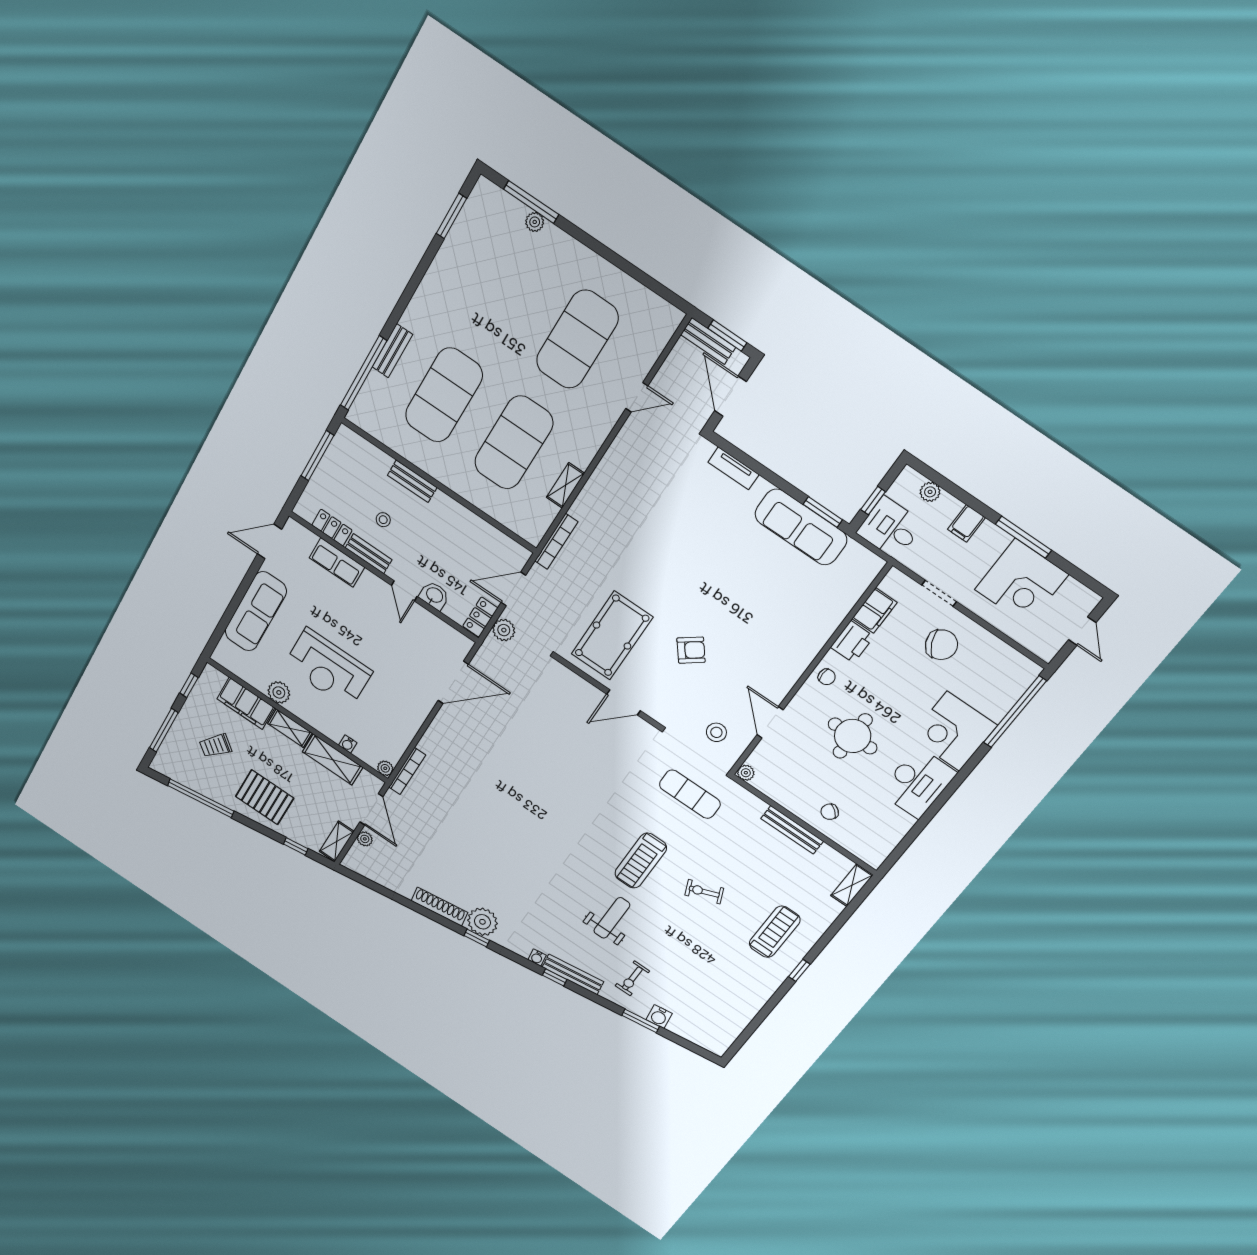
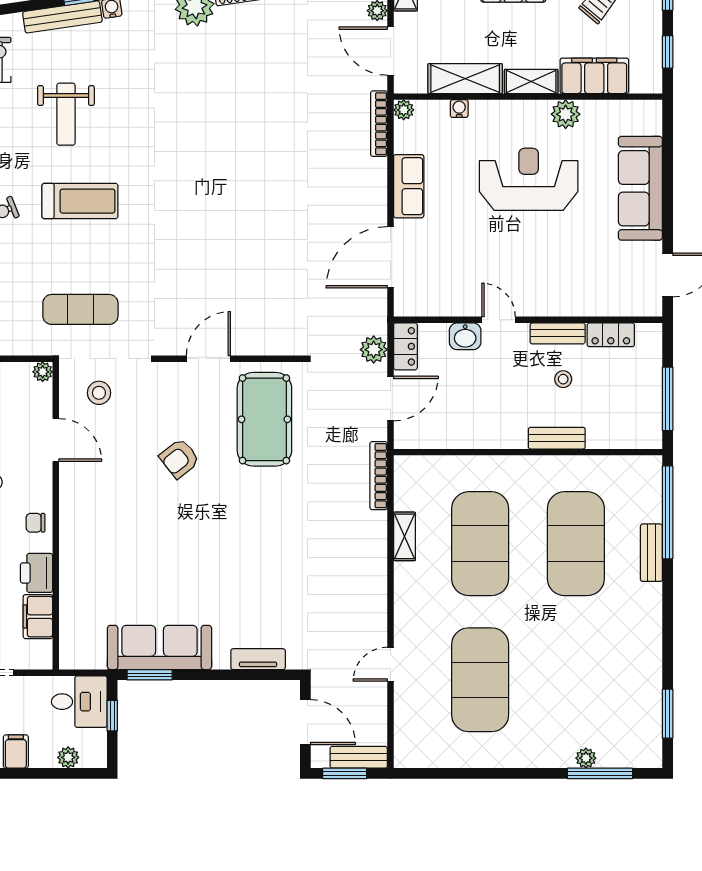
row of seats: (337, 562) -> (409, 186), moved, turned 90
treadmill: (641, 861) -> (80, 201), turned 90

